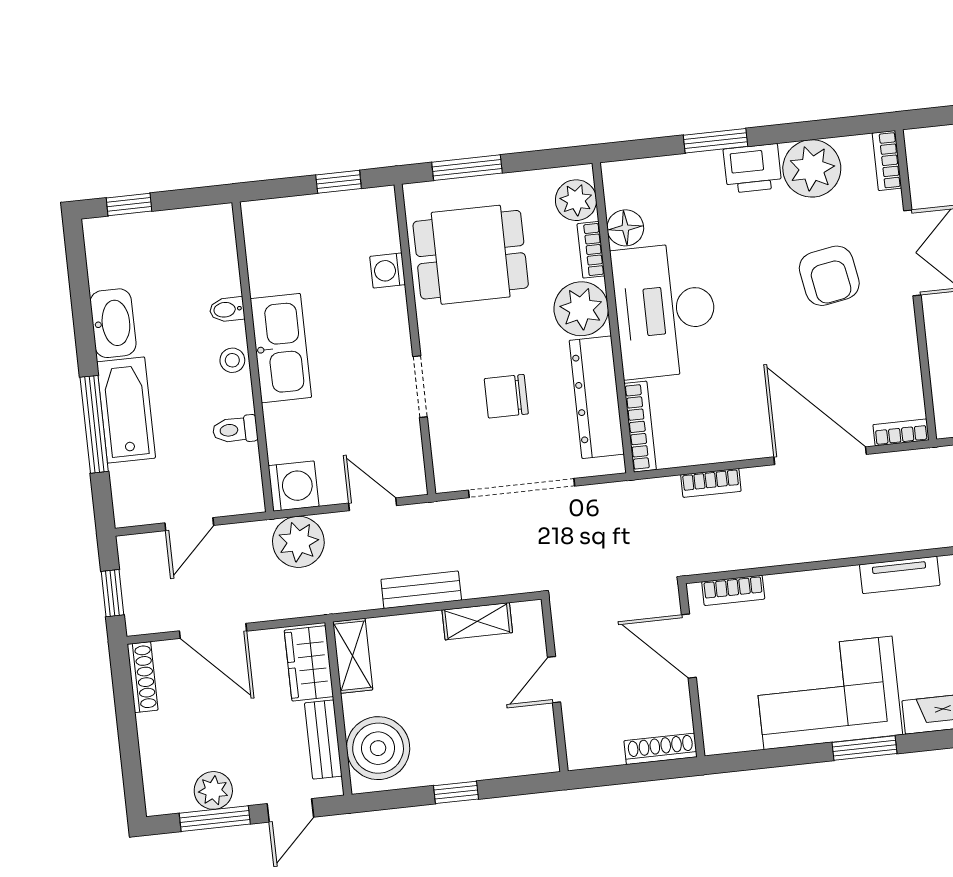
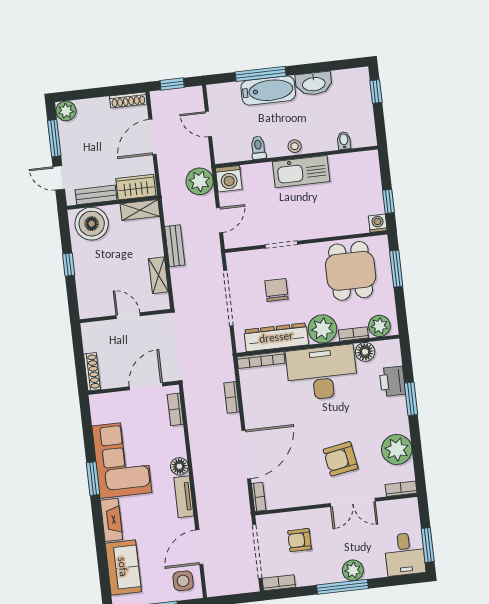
printer: (753, 168) -> (392, 381), moved
washing machine: (388, 271) -> (378, 223), moved
bidet: (227, 310) -> (344, 141), moved
floor lamp: (842, 583) -> (179, 466), added
plant: (213, 790) -> (66, 111), moved

